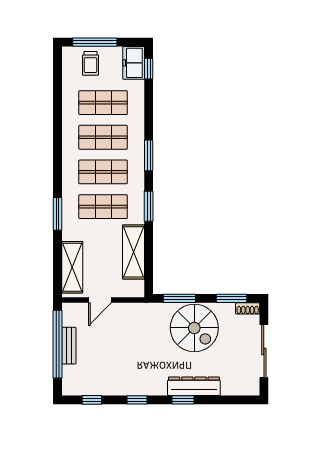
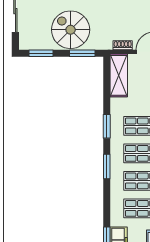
shelving: (133, 252) -> (119, 75), moved
shoe rack: (248, 308) -> (123, 45), moved

